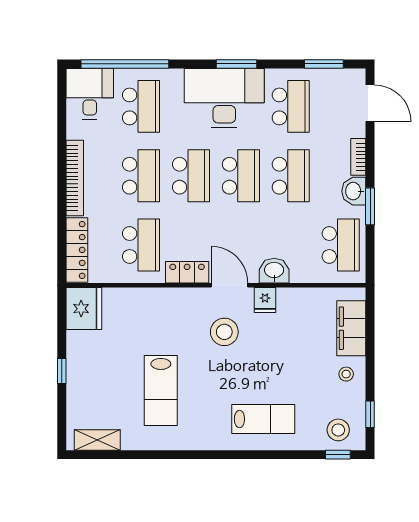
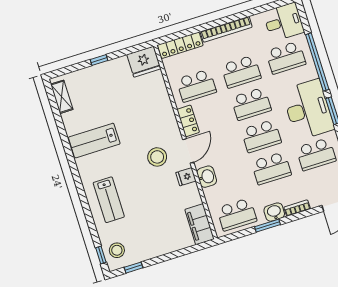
window: (125, 64) -> (317, 62), moved
filing cabinet: (351, 328) -> (200, 224), moved, turned -90
stool: (346, 374) -> (155, 244), removed
lab bench: (161, 391) -> (94, 141), moved

